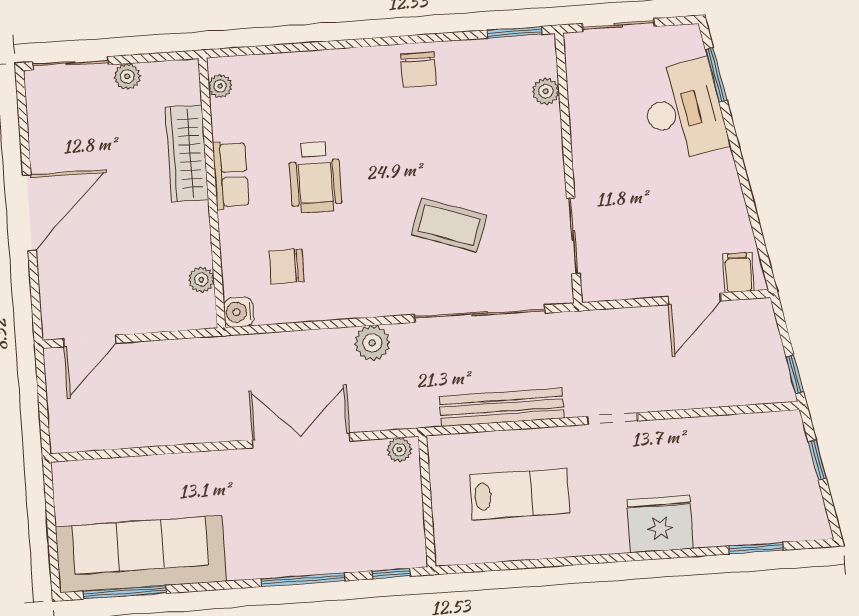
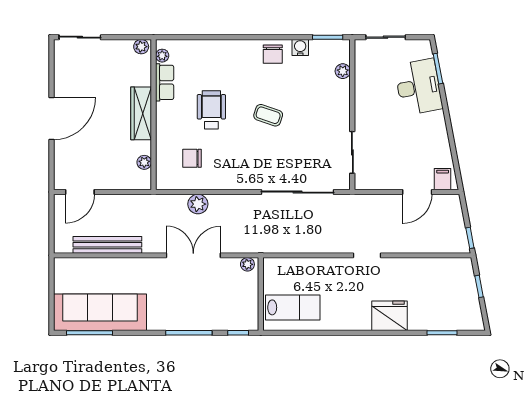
plant: (127, 76) -> (141, 47), moved
wardrobe: (187, 154) -> (141, 113), moved
row of seats: (231, 175) -> (165, 82), moved
wheelchair: (315, 177) -> (211, 110), turned 180
coffee table: (449, 225) -> (268, 115), moved, width x0.73, depth x0.77
water cooler: (239, 312) -> (300, 47), moved, turned 90
plant: (372, 343) -> (198, 204), moved
bench: (502, 407) -> (107, 245), moved
lab bench: (520, 494) -> (293, 307), moved

